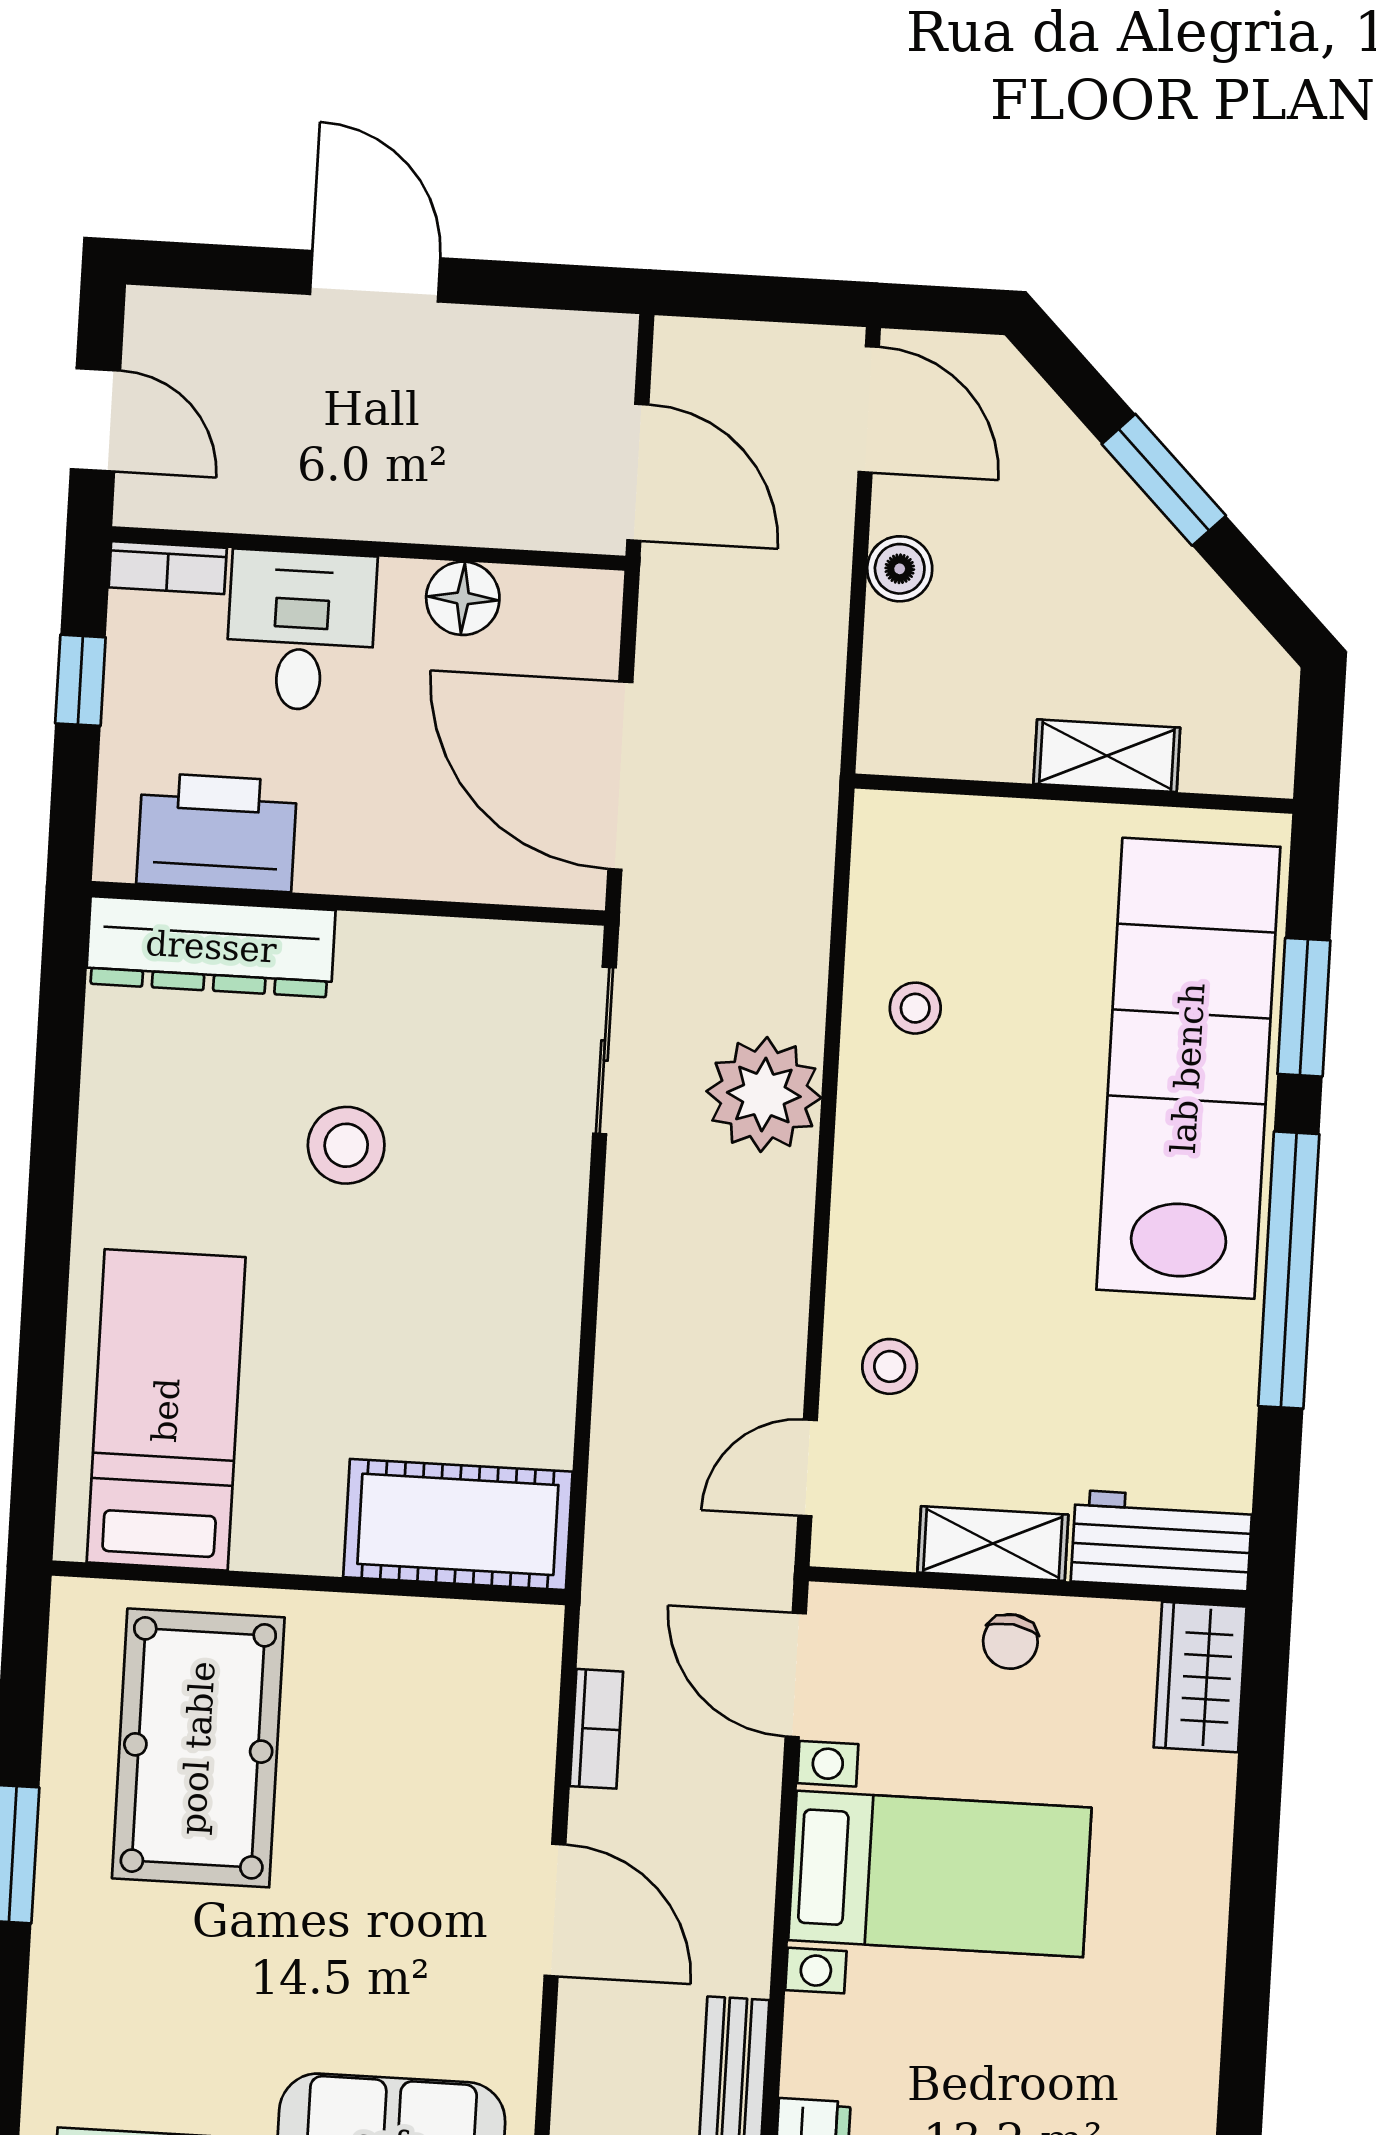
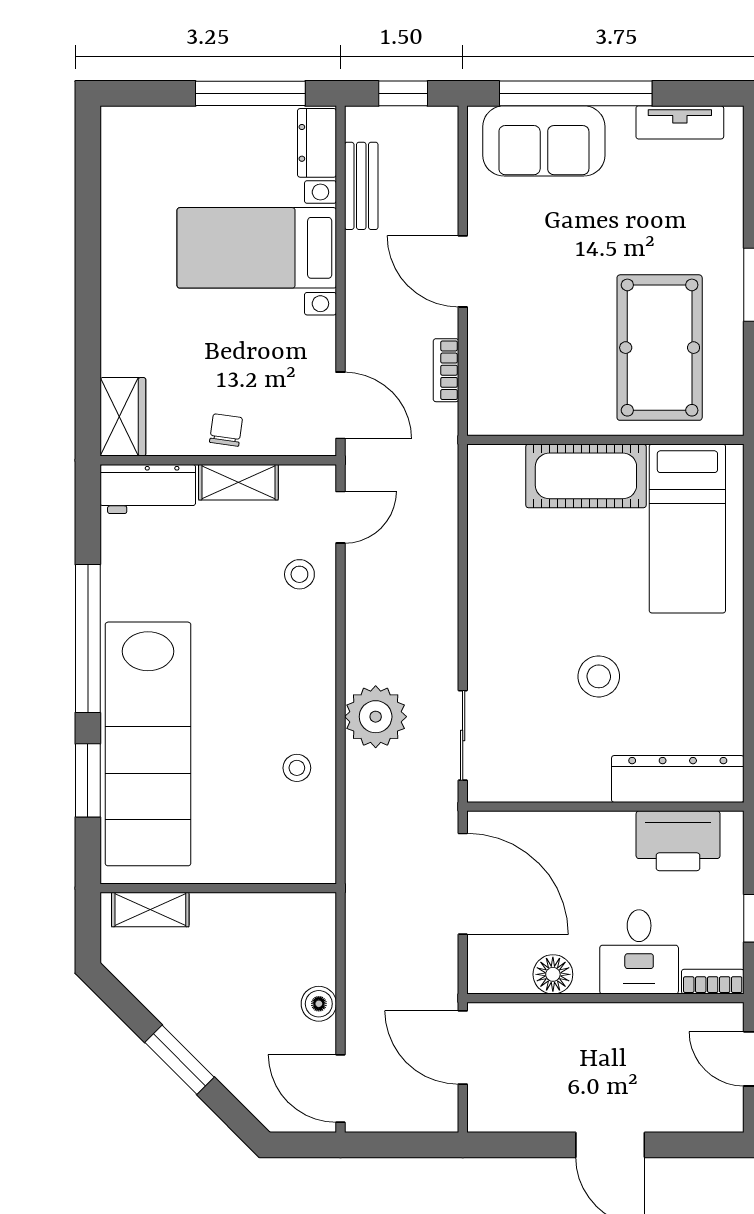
shelving: (1107, 756) -> (150, 910), moved
cot: (458, 1524) -> (586, 476), moved
bed with nightstands: (940, 1874) -> (257, 248), moved

